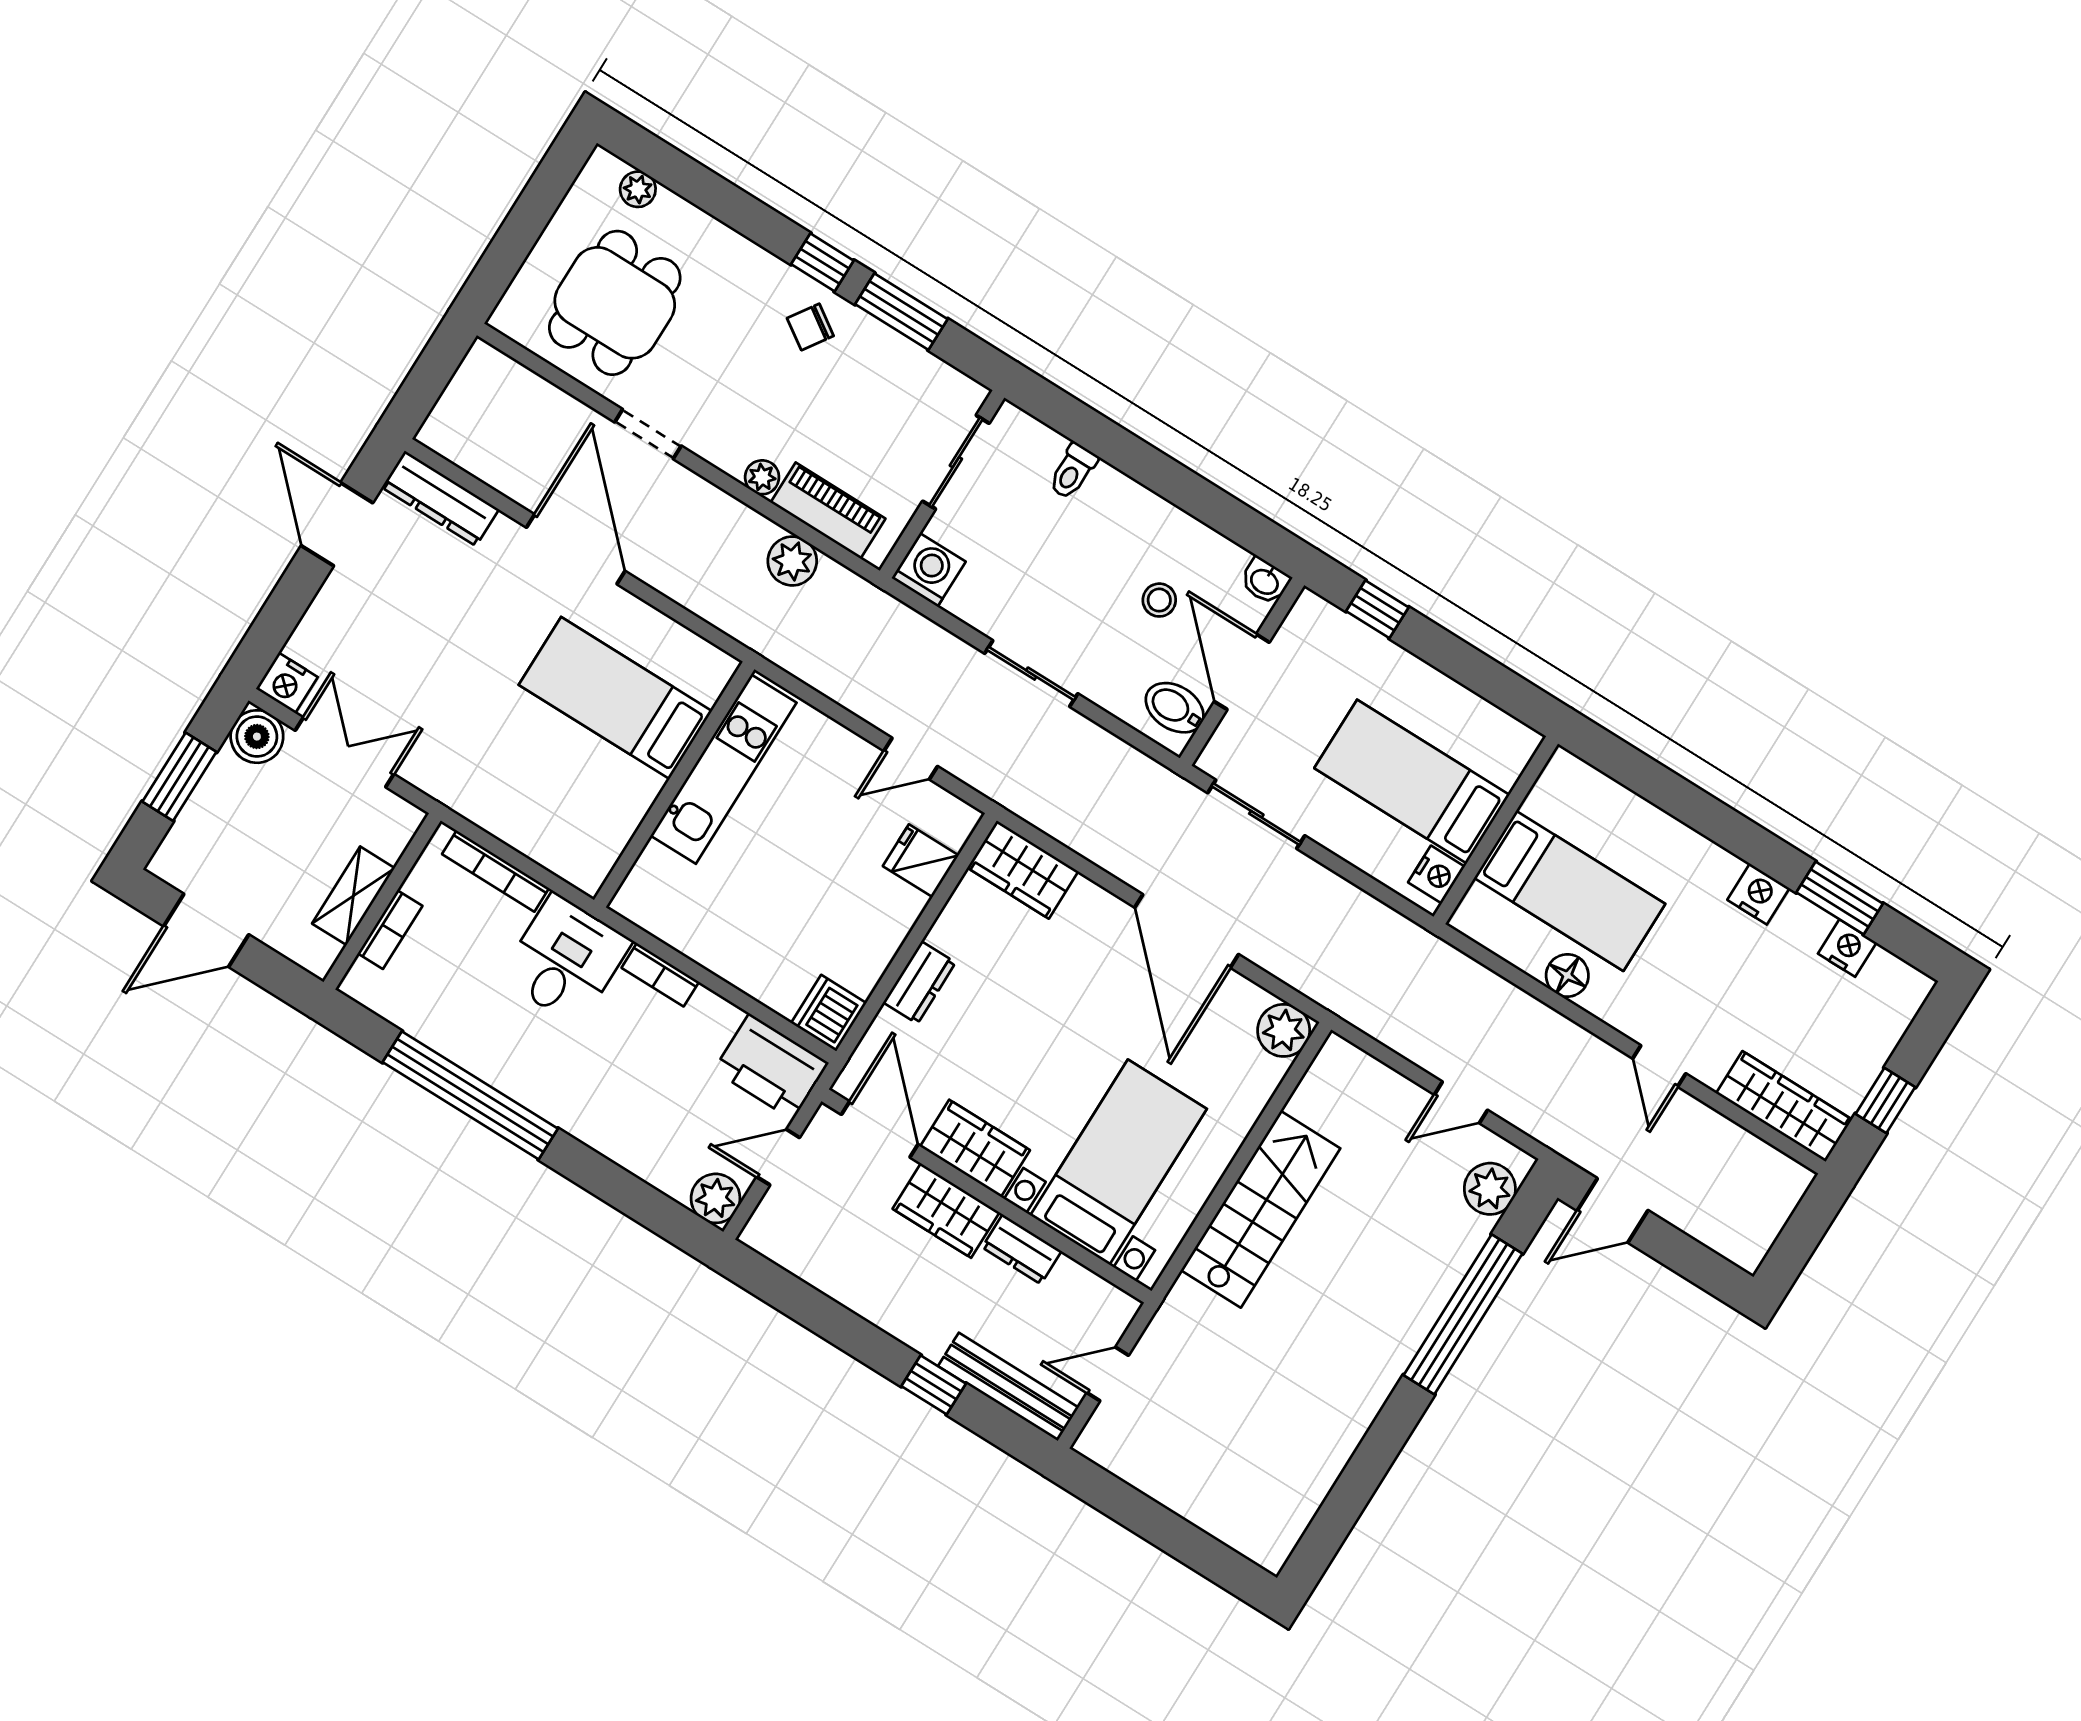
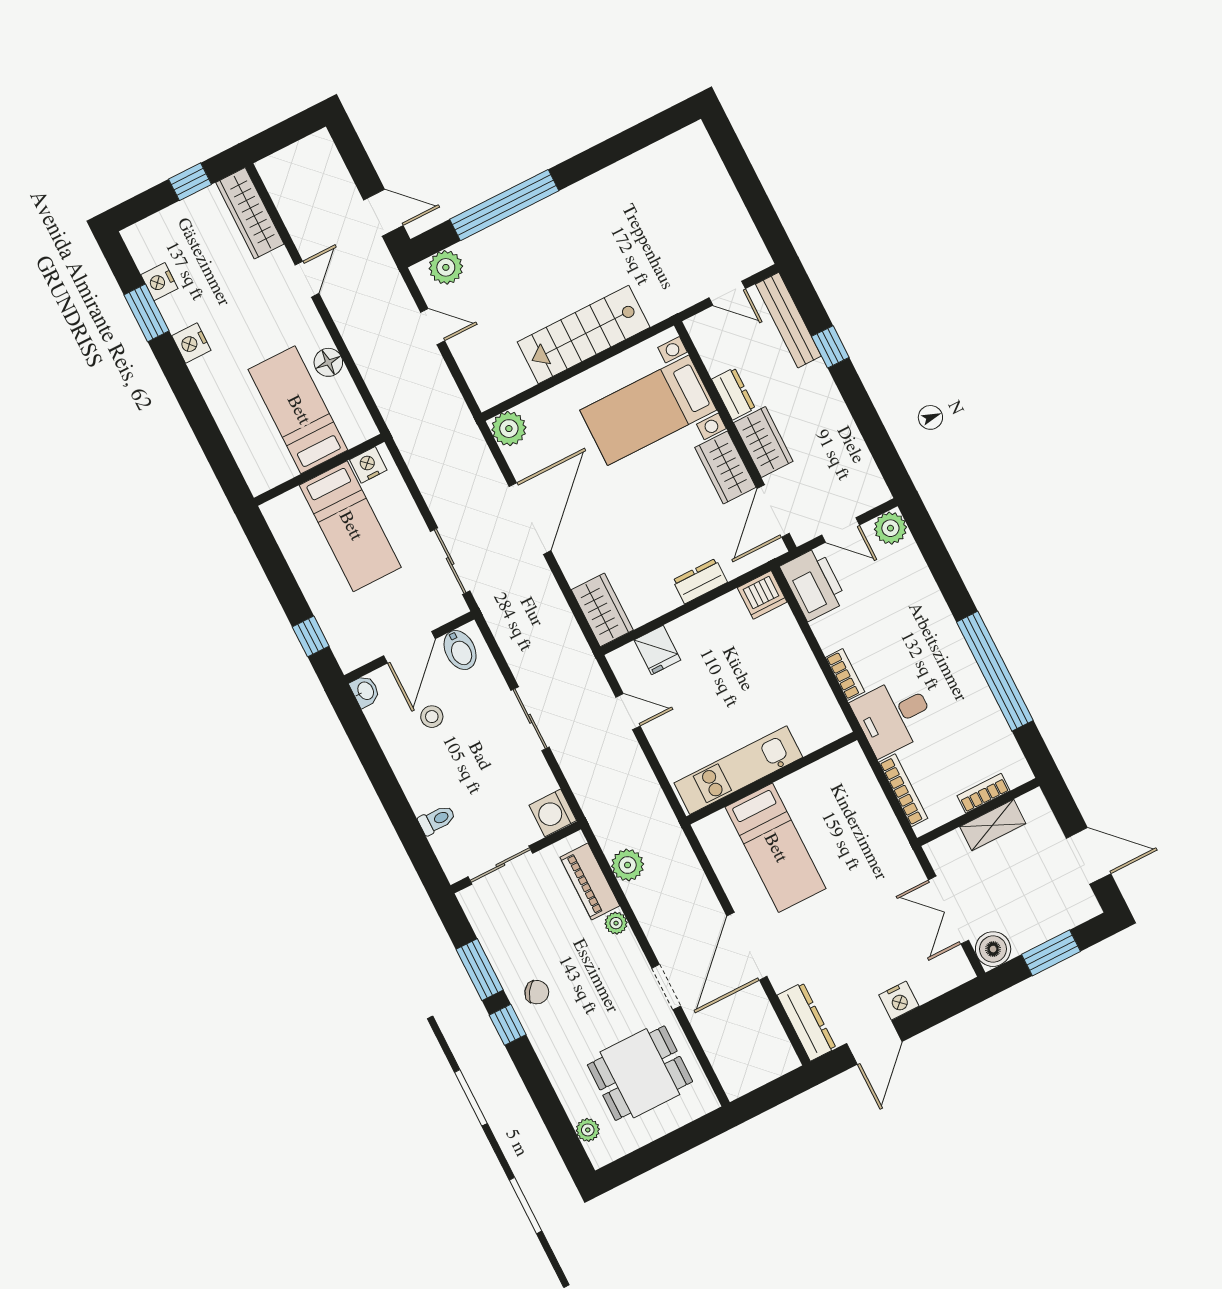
nightstand: (287, 683) -> (899, 1001), moved, turned 90

